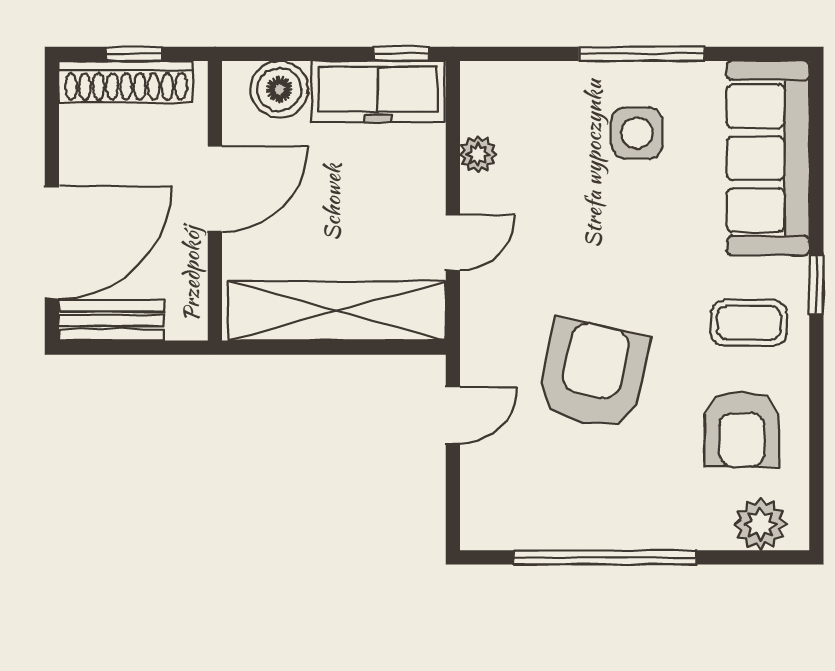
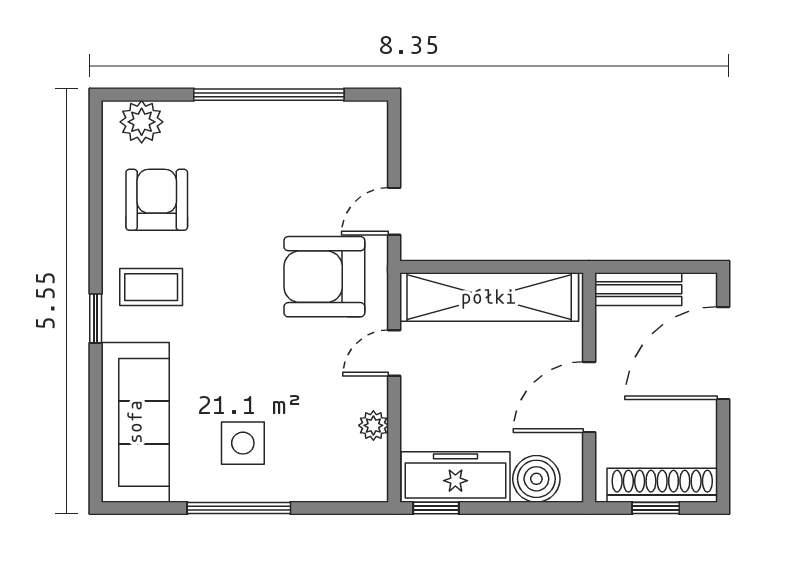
bench: (112, 320) -> (638, 289), moved
armchair: (593, 374) -> (324, 277), moved, turned 78

